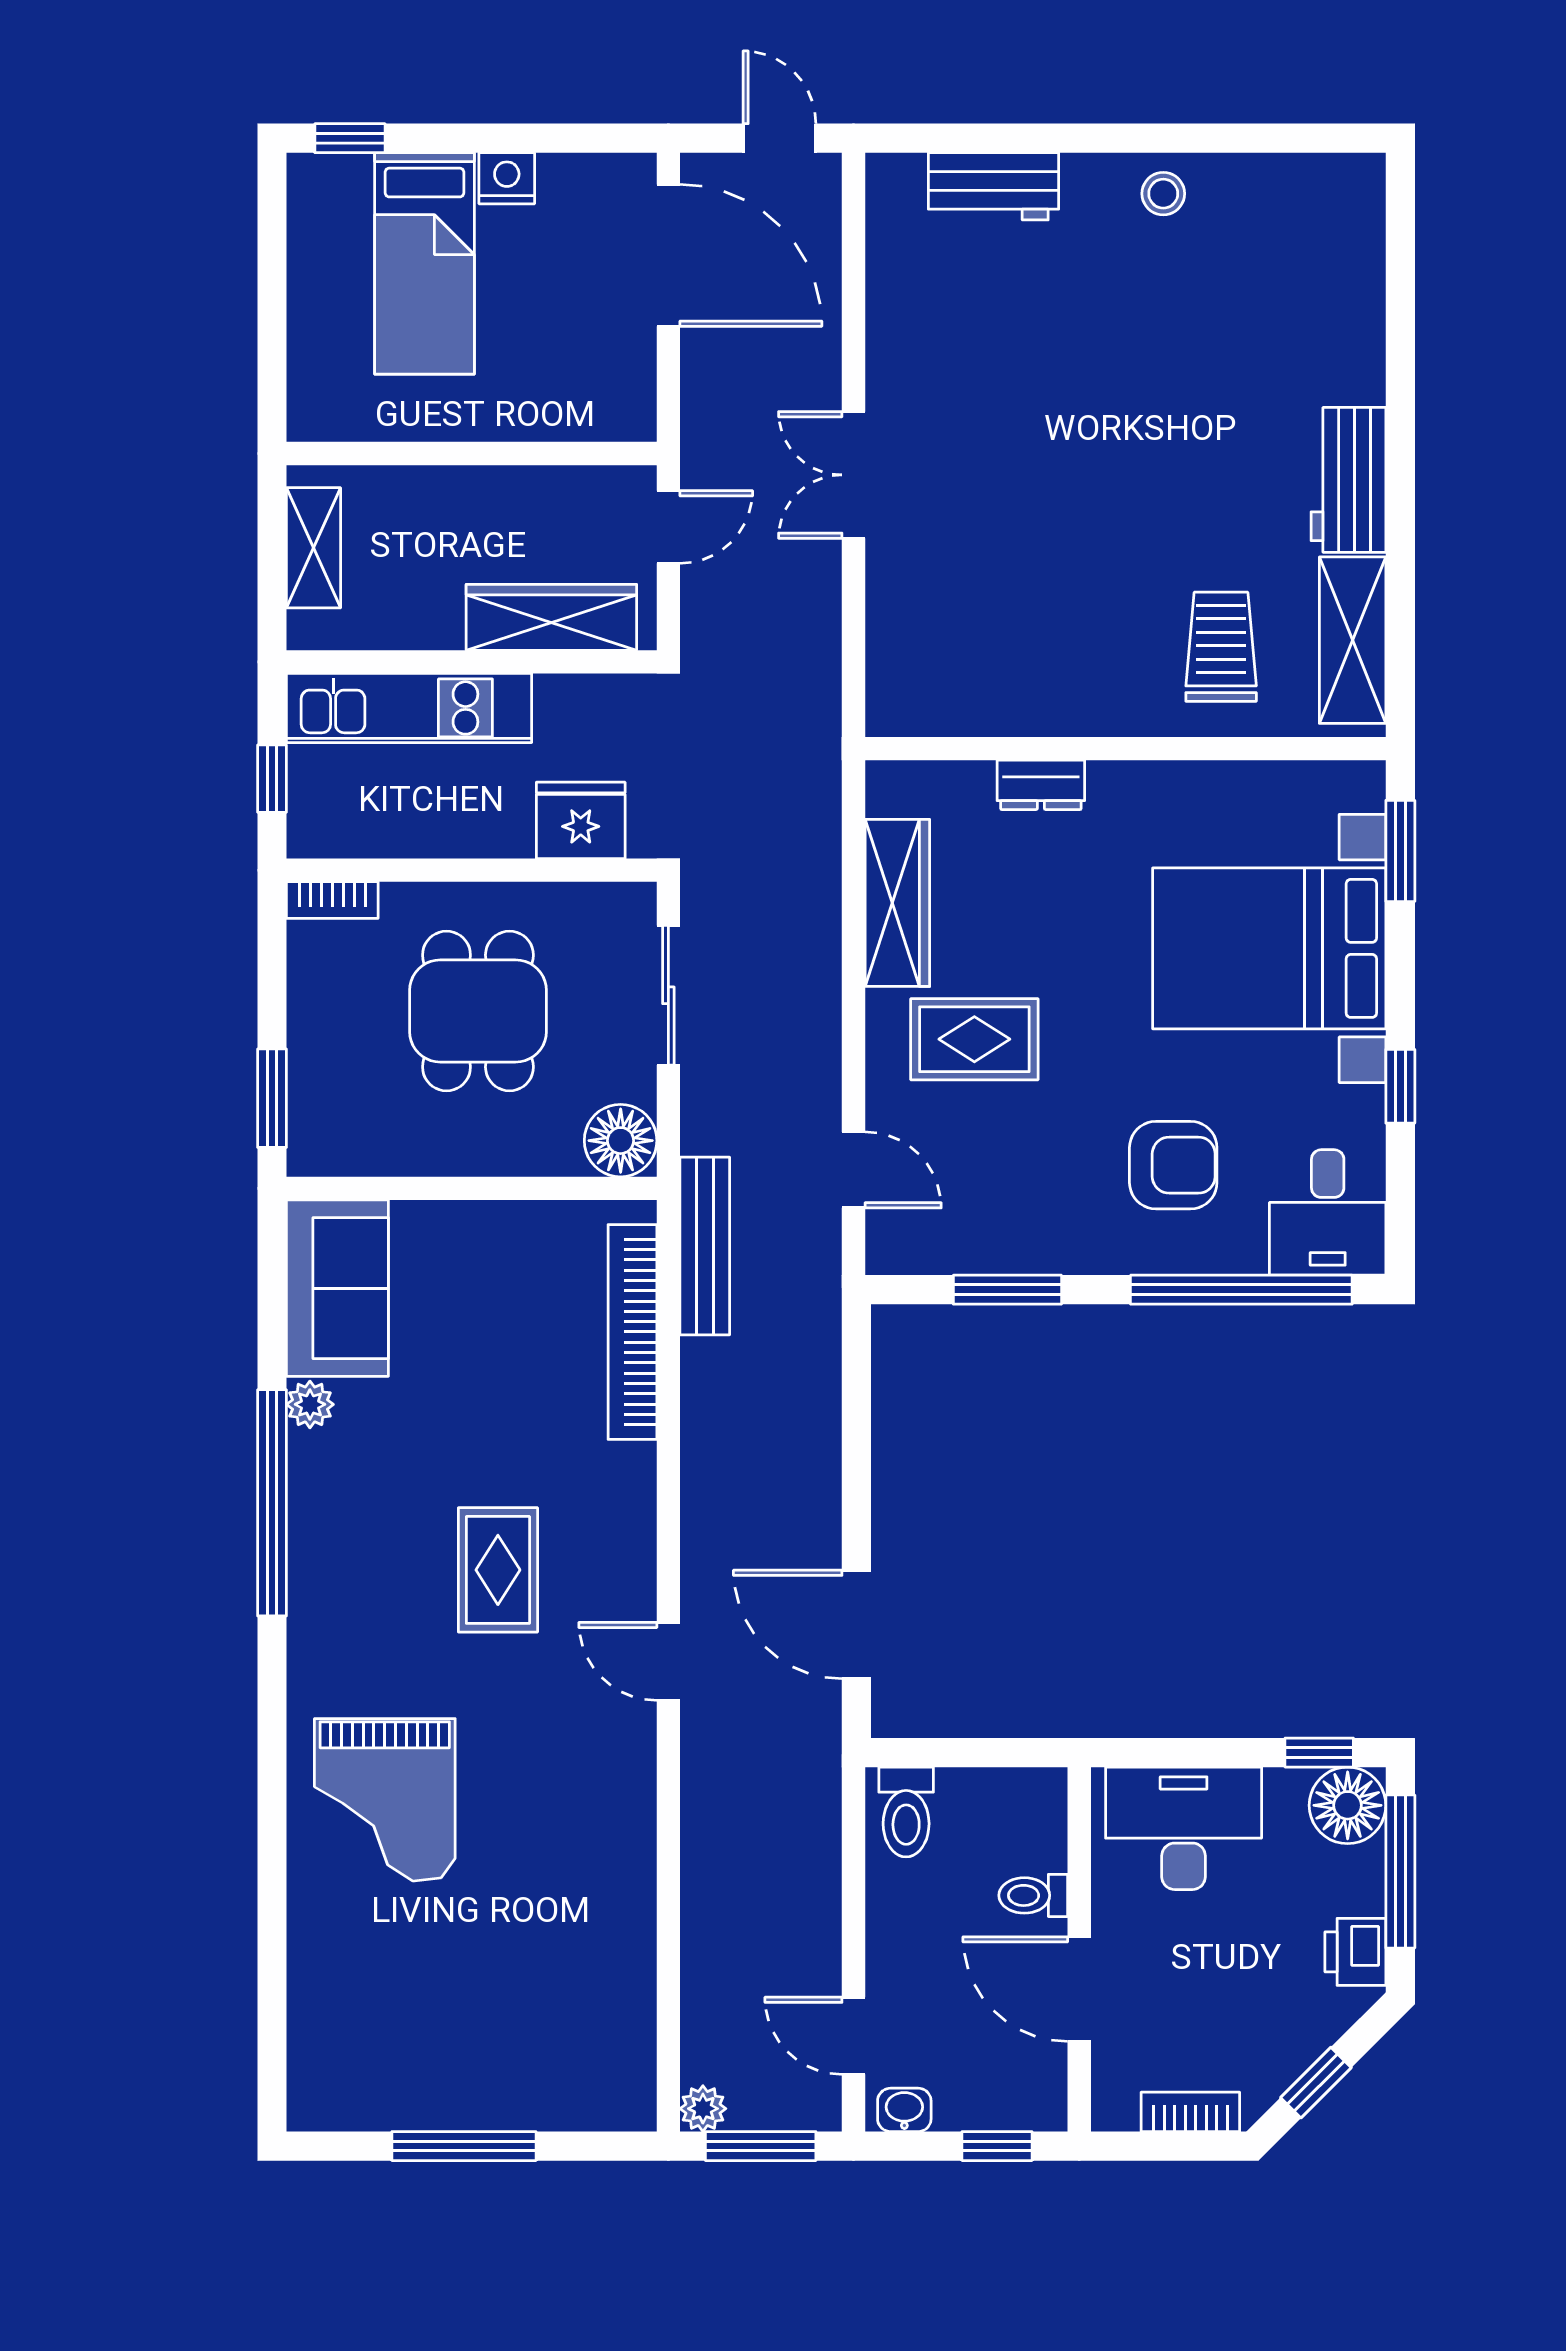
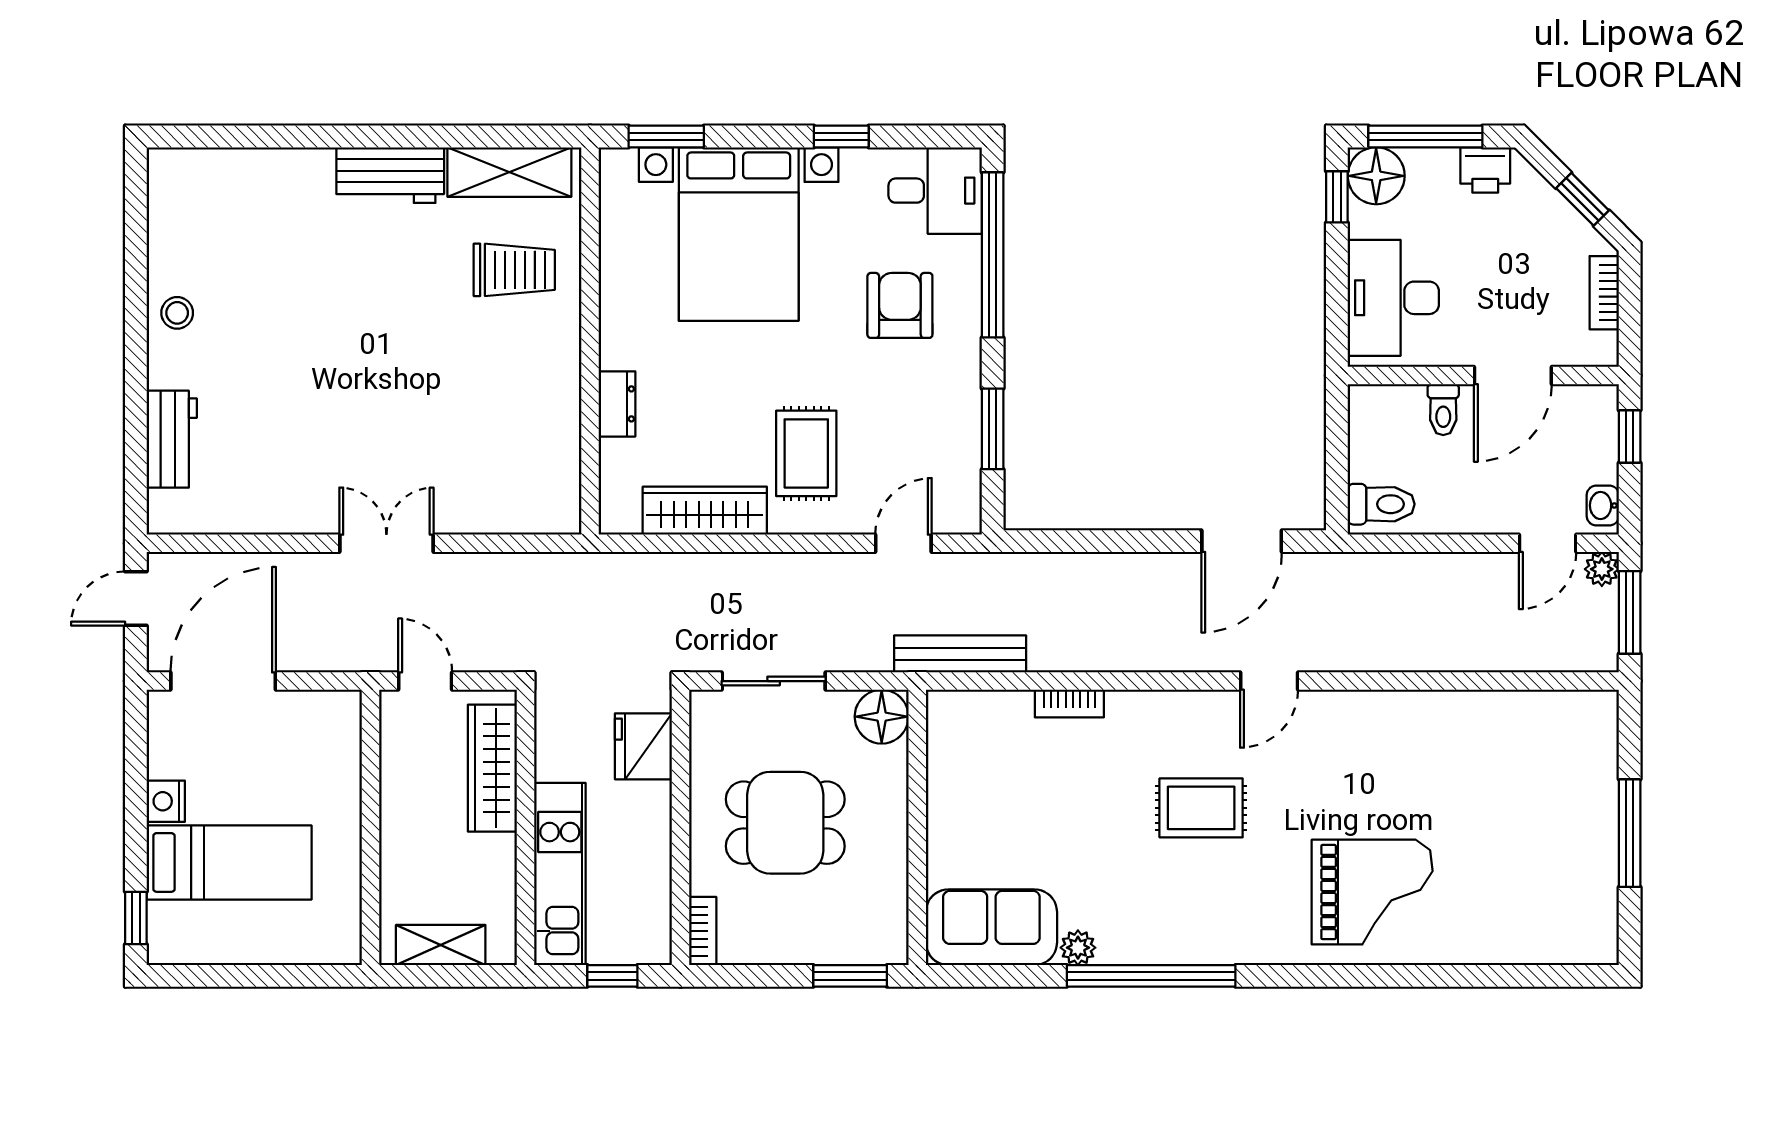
double door: (854, 475) -> (386, 543), swing flipped
trolley: (1221, 647) -> (514, 270), turned 180
bookcase: (632, 1332) -> (1069, 703), width x0.43, depth x0.76
plant: (703, 2109) -> (1602, 569), moved

